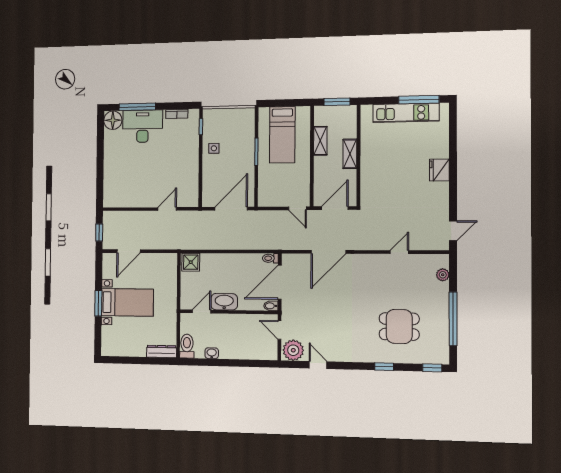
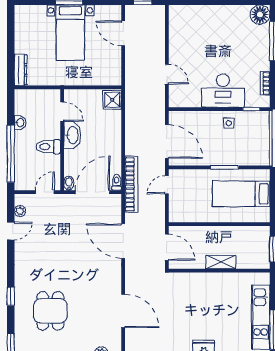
desk: (143, 126) -> (223, 91), moved, turned 90
shelving: (320, 141) -> (235, 232), removed
door: (298, 208) -> (167, 185), moved
bookcase: (272, 244) -> (131, 184), added
door: (399, 252) -> (123, 311), width x1.87
door: (280, 282) -> (93, 192), hinge flipped
toilet: (187, 346) -> (48, 147), moved, turned 180
plant: (293, 350) -> (20, 211), width x0.53, depth x0.53
window: (242, 363) -> (11, 154), added

